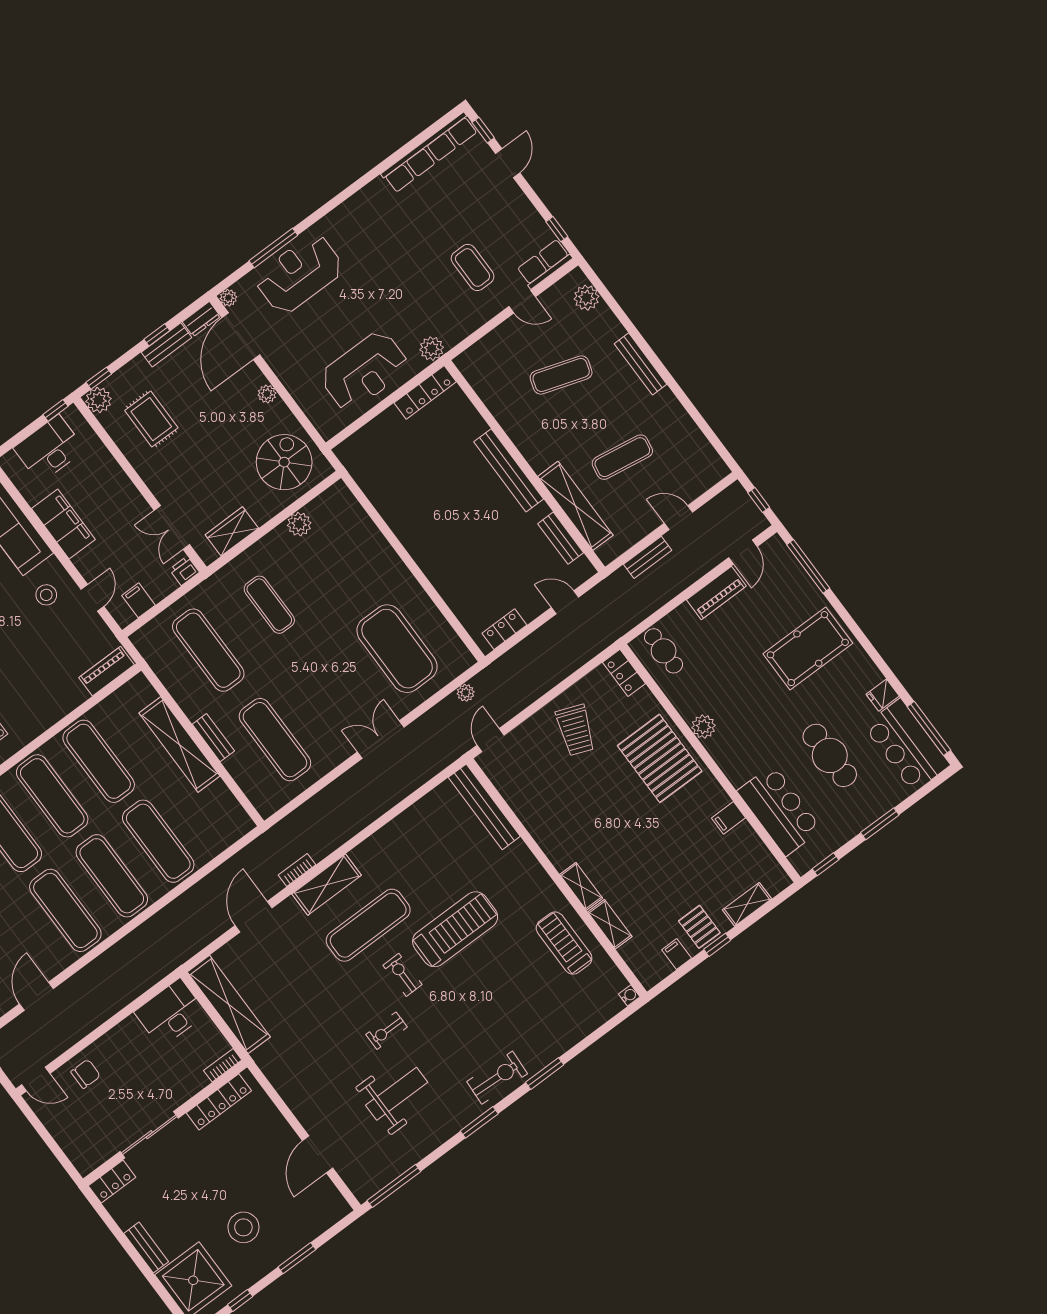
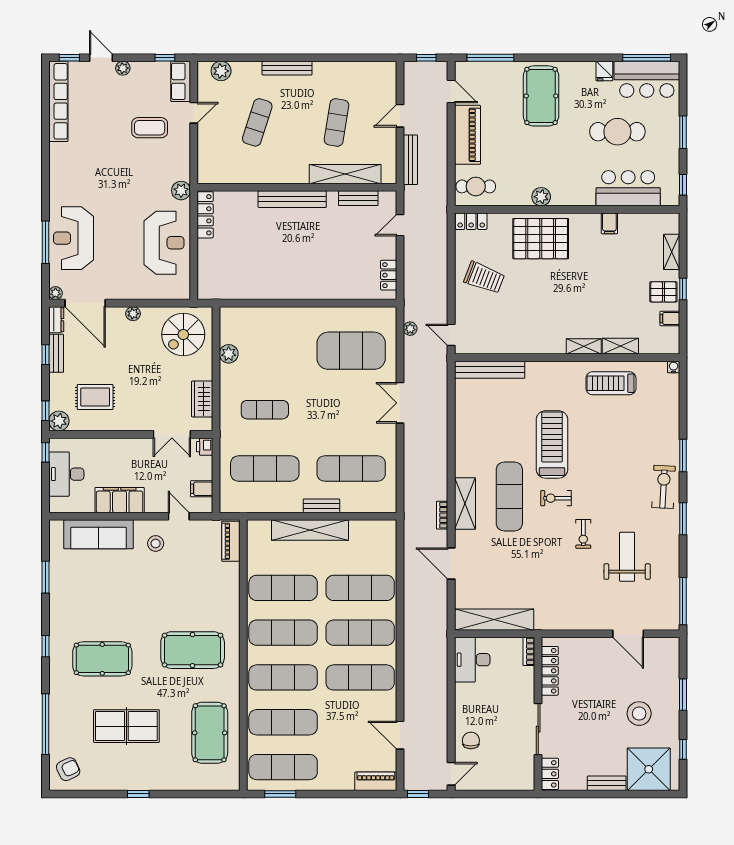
plant: (513, 194) -> (123, 68), added
spiral stairs: (284, 462) -> (183, 335), turned -90
bench: (648, 557) -> (410, 160), width x1.36
piano: (716, 593) -> (467, 135), width x1.37, depth x1.33

